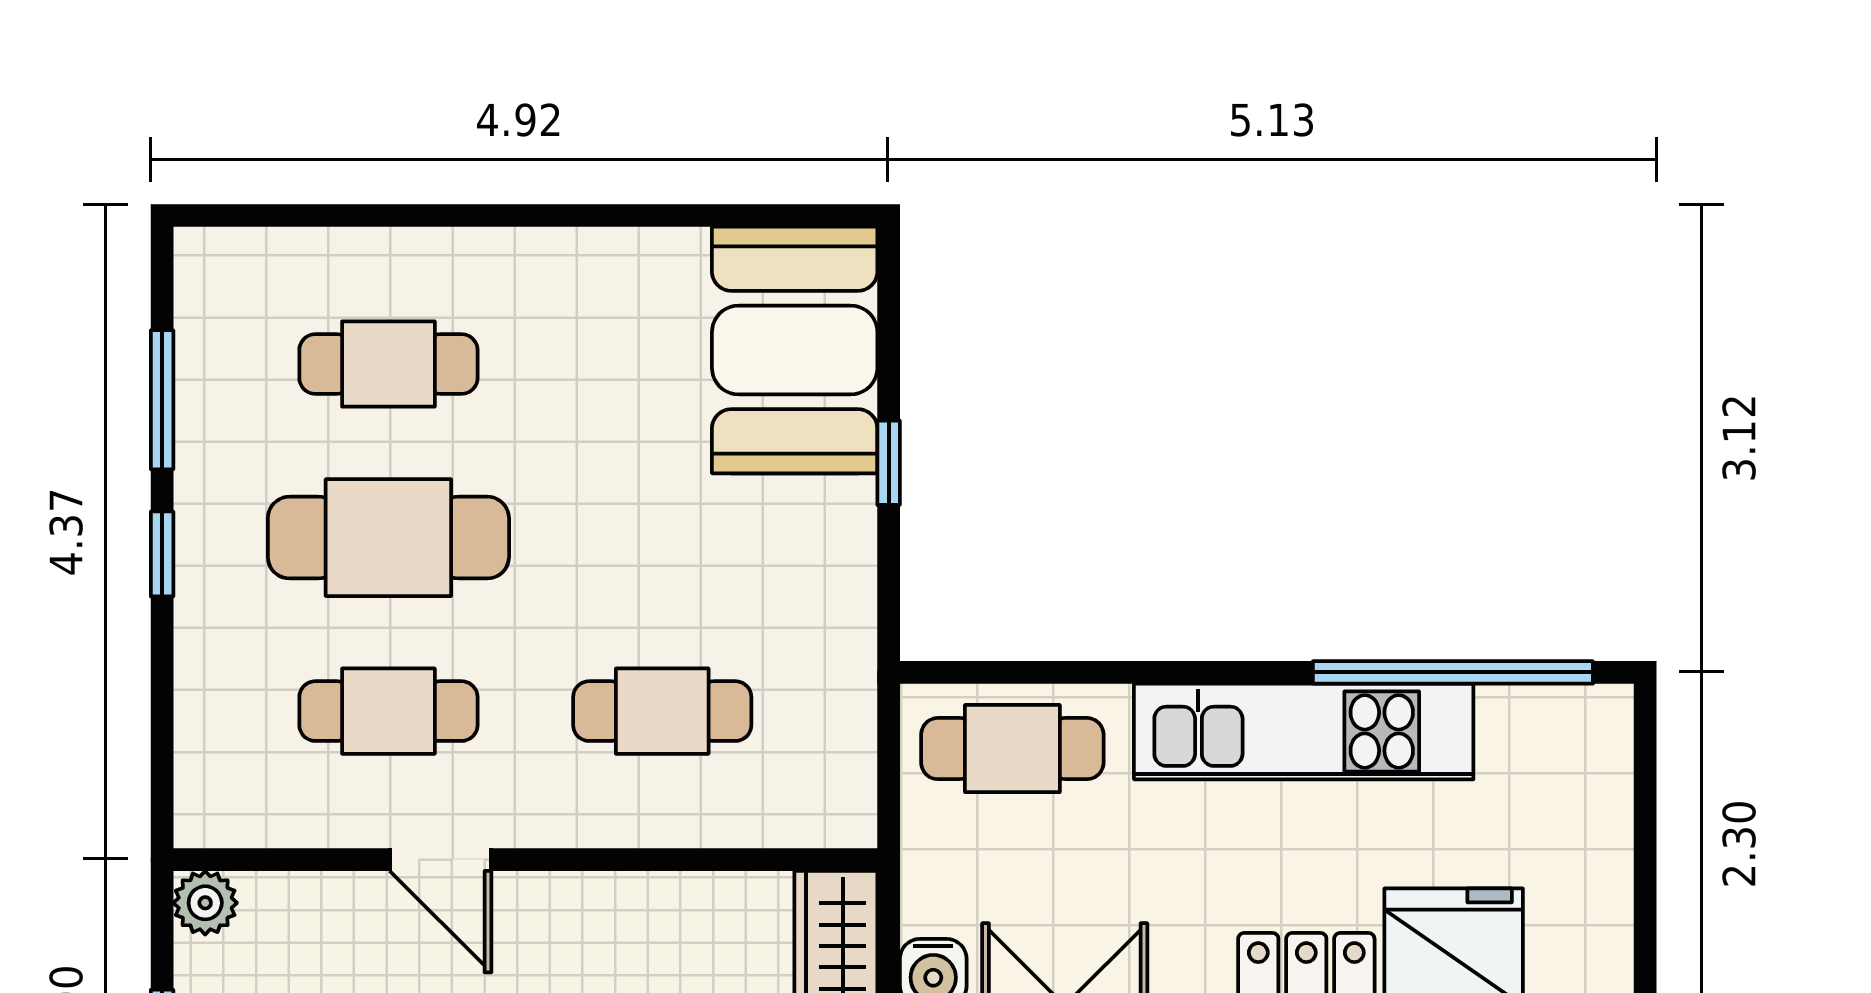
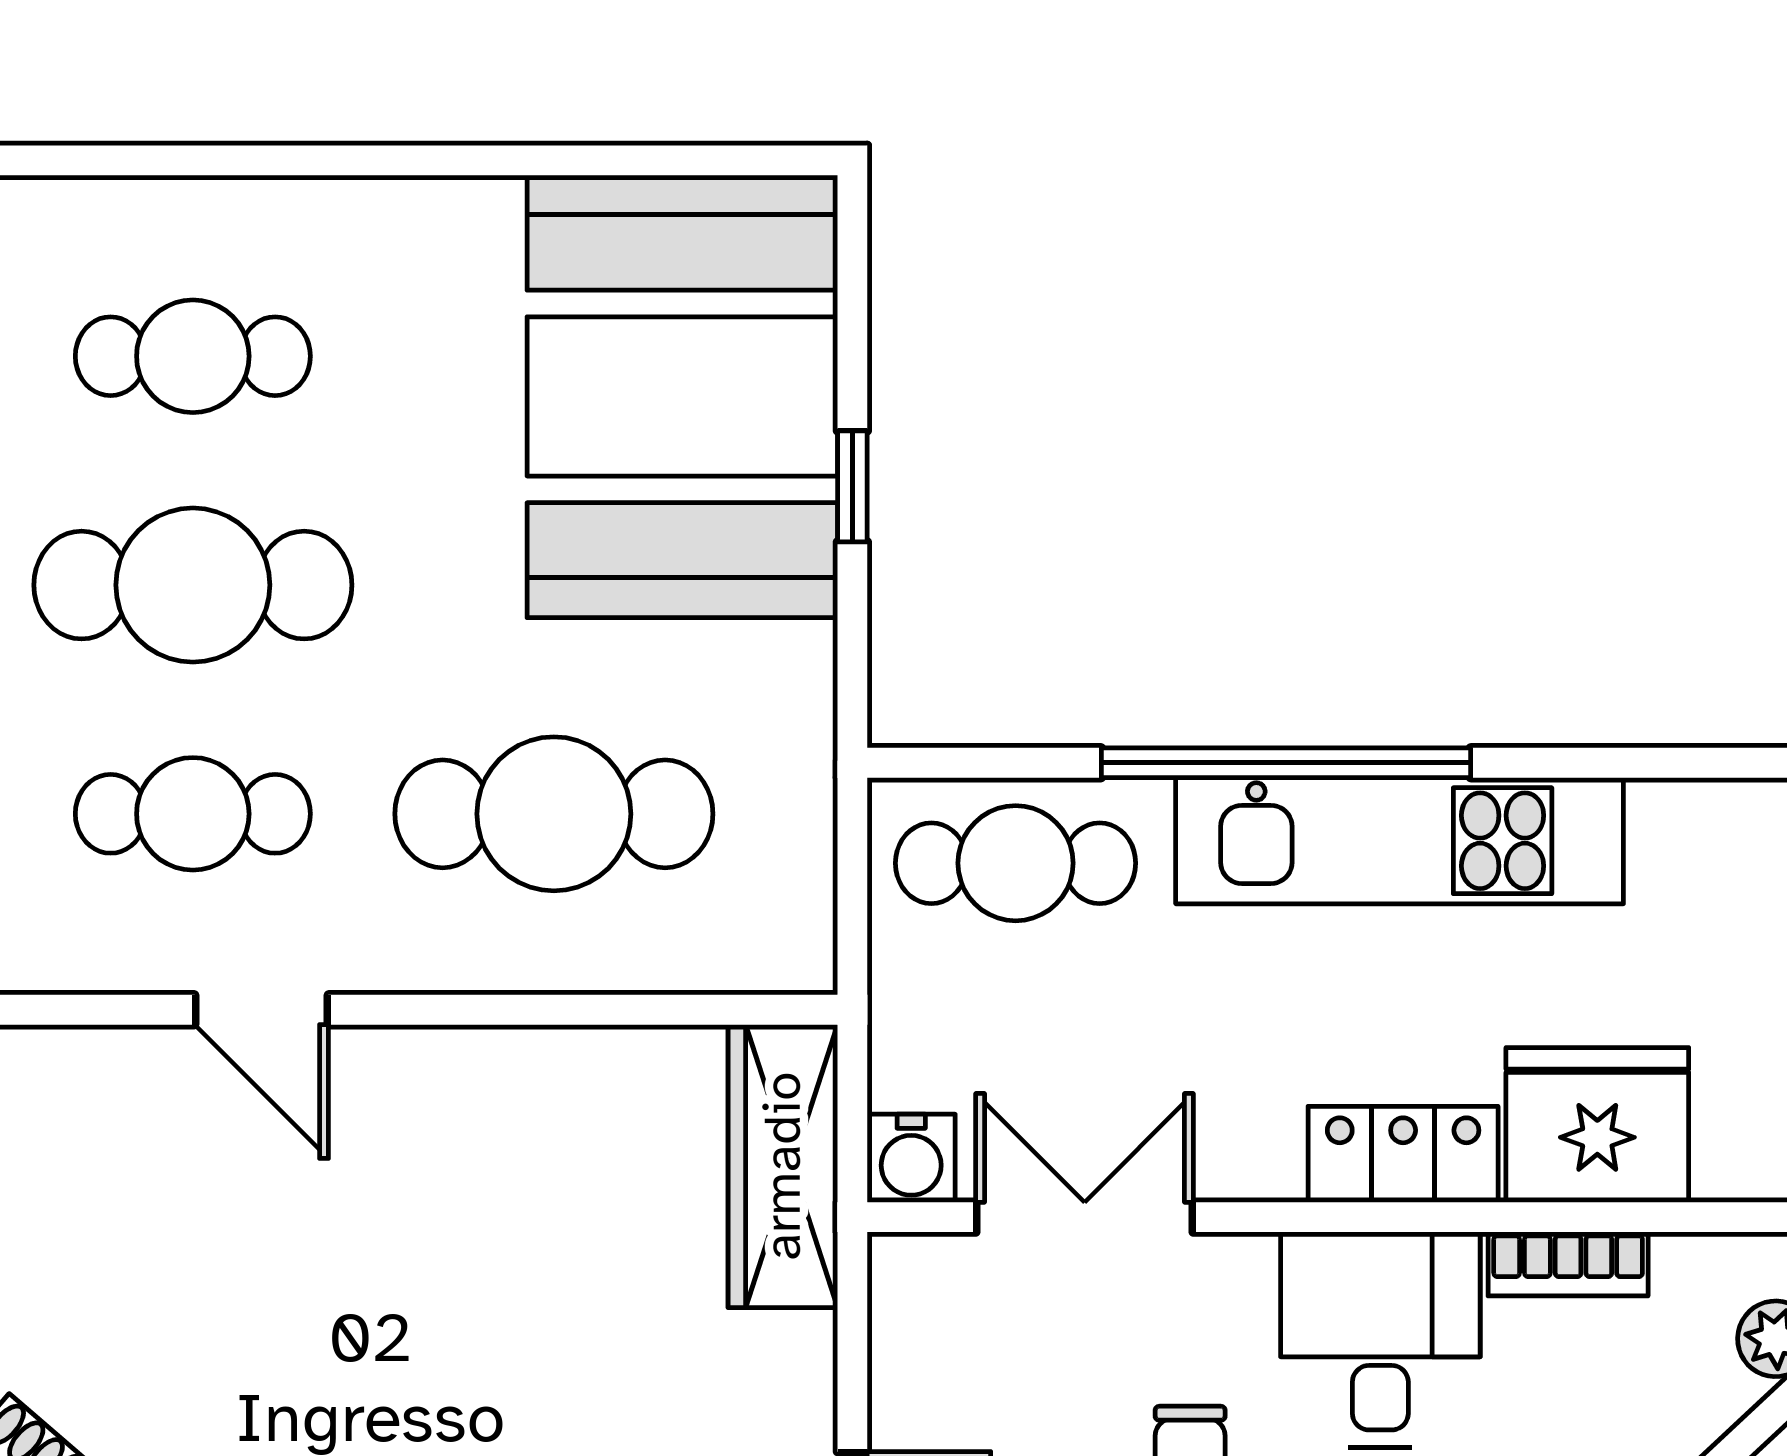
booth: (795, 350) -> (682, 396), width x1.36, depth x1.42
window: (1453, 672) -> (1286, 763), moved
cafe table: (662, 711) -> (554, 814), width x1.37, depth x1.35

